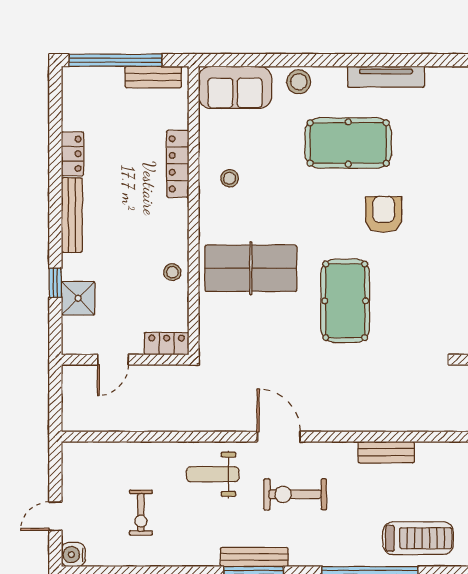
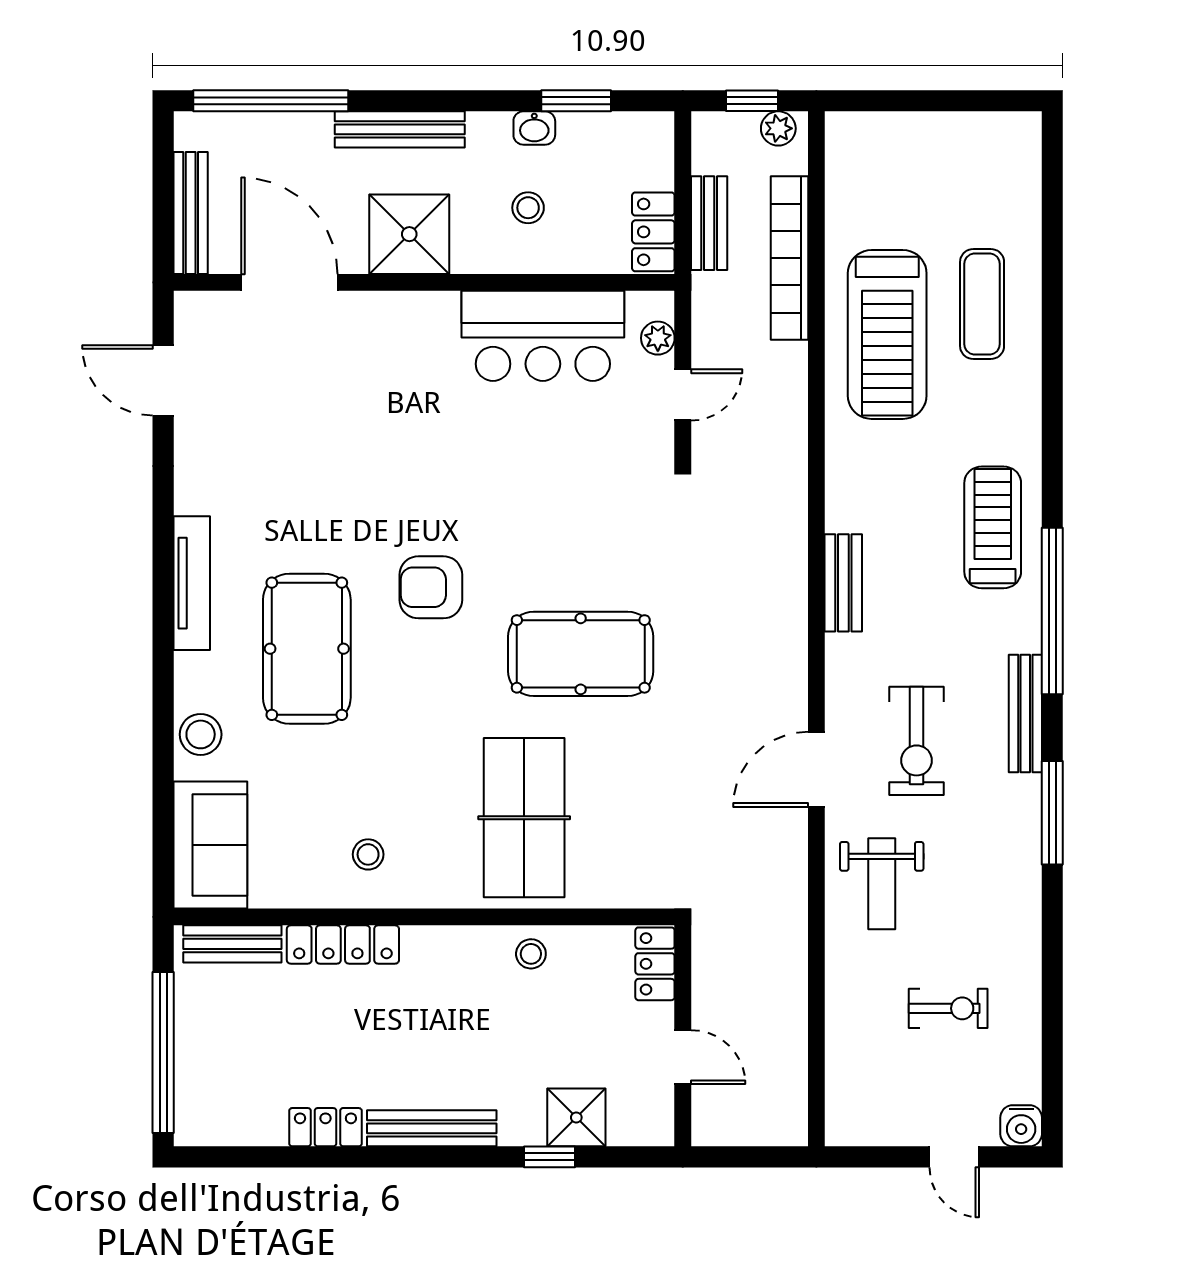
bench: (153, 77) -> (232, 944), moved, turned 90
bench: (254, 557) -> (1025, 713), moved

